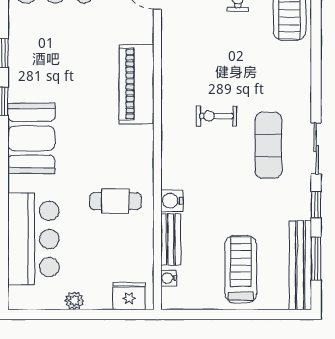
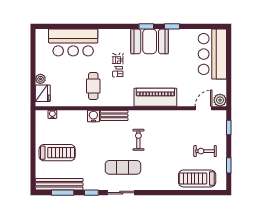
booth: (31, 138) -> (150, 41), moved
bench: (171, 240) -> (114, 115), moved
plant: (74, 300) -> (40, 79), moved

